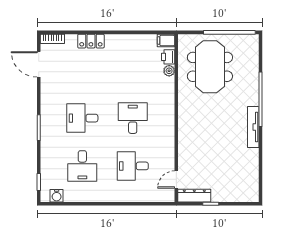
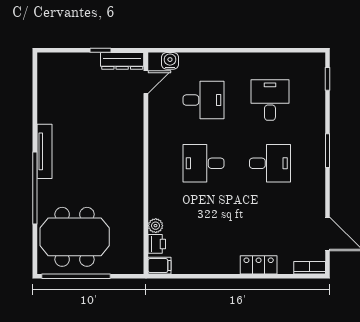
meeting table: (210, 67) -> (75, 237), moved, turned 90
desk: (133, 118) -> (203, 163), turned 90
water cooler: (57, 196) -> (170, 61), moved

